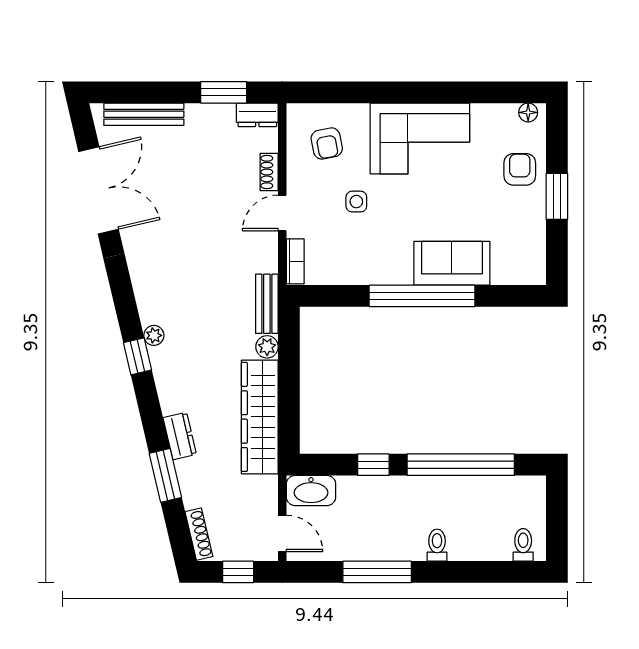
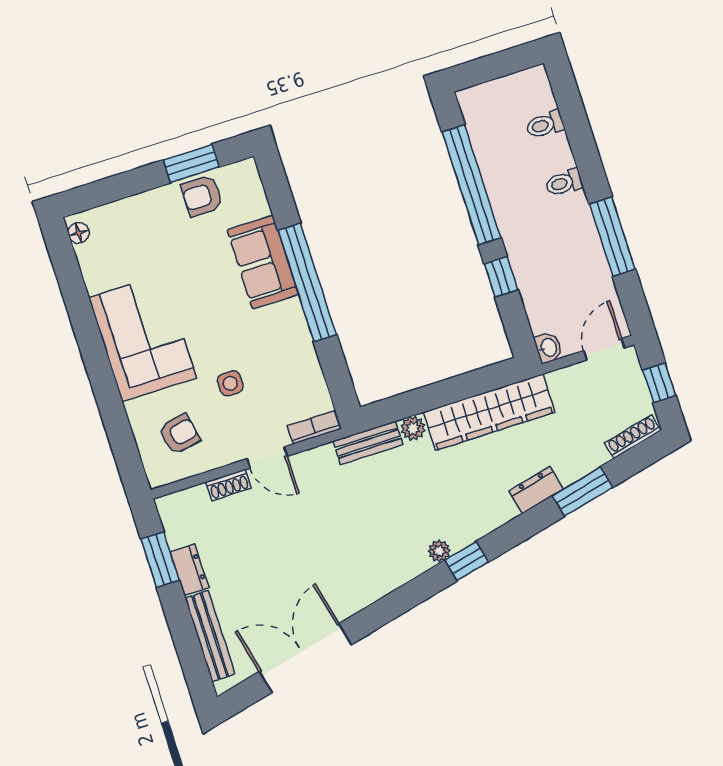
dresser: (257, 115) -> (189, 570), moved
armchair: (520, 169) -> (202, 196), moved
window: (557, 196) -> (191, 164), moved
washbasin: (311, 491) -> (548, 348), width x0.52, depth x0.69
toilet: (523, 545) -> (545, 125), moved

